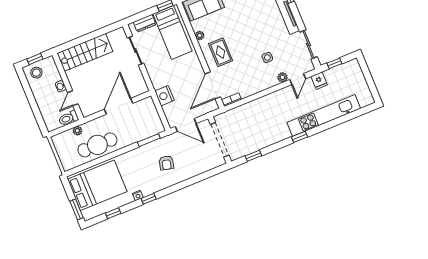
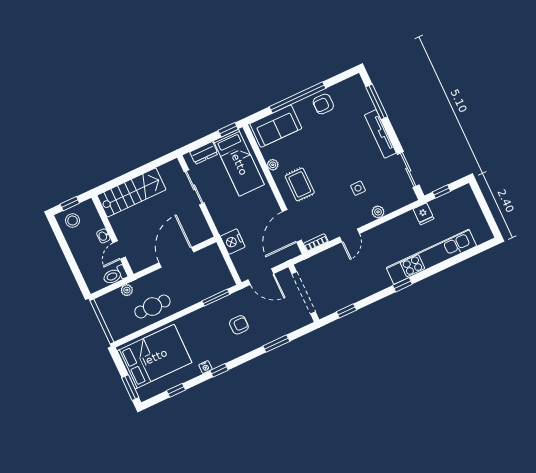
door: (298, 79) -> (350, 235), moved
cafe table: (97, 145) -> (152, 307), width x0.73, depth x0.74
armchair: (166, 163) -> (239, 325), turned -103
window: (196, 179) -> (276, 344), added

